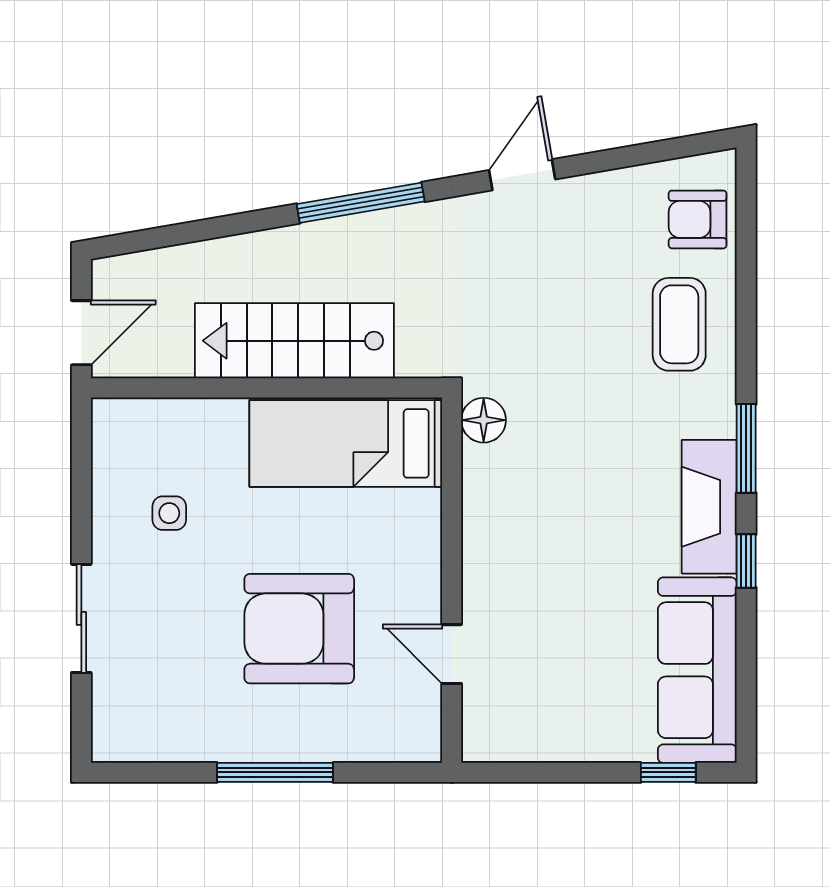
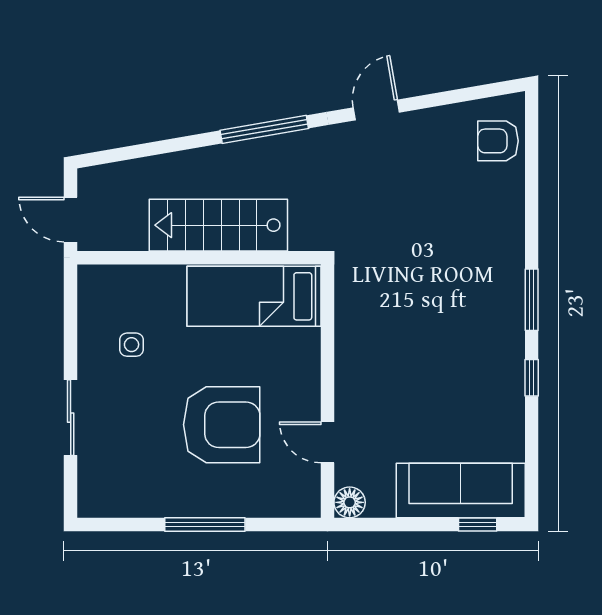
coffee table: (679, 324) -> (485, 214), removed
door: (81, 333) -> (71, 220), swing flipped
floor lamp: (484, 420) -> (350, 502), moved
fireplace: (709, 507) -> (506, 340), removed
armchair: (299, 629) -> (222, 425), turned 180
sofa: (697, 670) -> (461, 491), moved, turned 90

